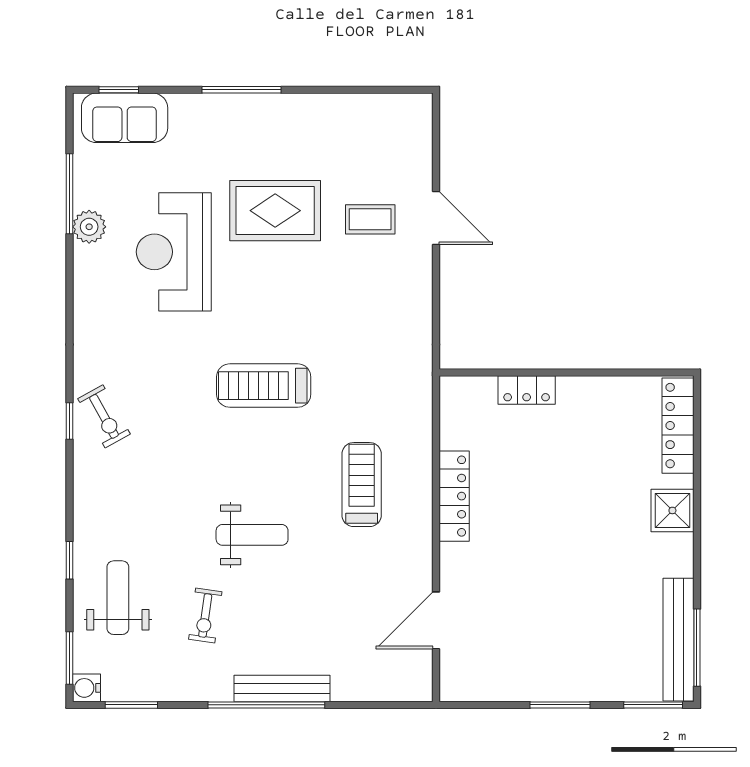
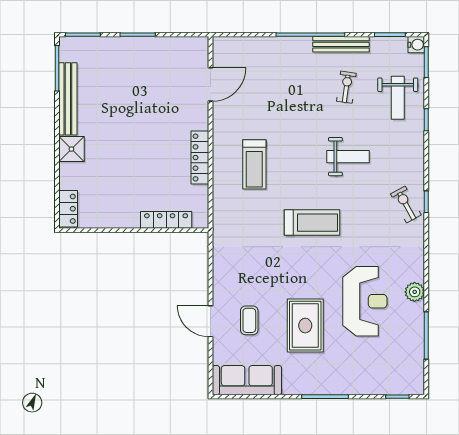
sofa: (125, 118) -> (247, 380), moved, width x1.36
rug: (275, 211) -> (305, 326), turned 90
coffee table: (370, 219) -> (249, 320), turned 90
plant: (89, 227) -> (415, 292), moved
locker: (527, 390) -> (166, 220), width x1.53
locker: (678, 426) -> (68, 209), width x0.66
weight bench: (252, 535) -> (348, 157), moved, turned 180
bench: (679, 640) -> (68, 99), moved
bench: (282, 688) -> (341, 44), moved

